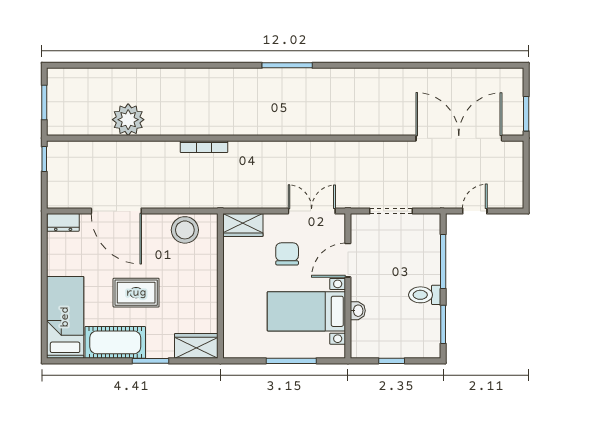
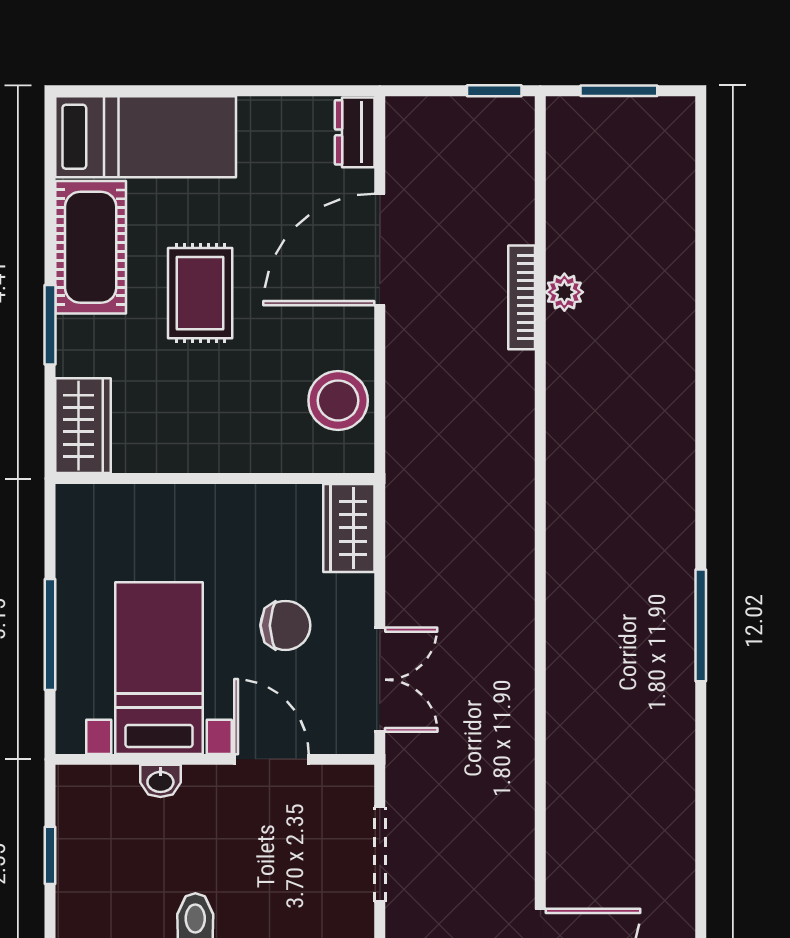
plant: (128, 120) -> (564, 292), width x0.53, depth x0.53
bookcase: (204, 147) -> (522, 297), moved

